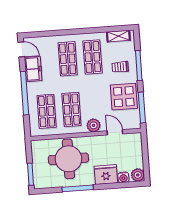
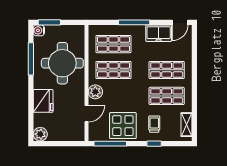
window: (139, 66) -> (154, 144), width x0.46
window: (25, 93) -> (134, 22), width x0.68
water cooler: (123, 177) -> (39, 30), moved
window: (78, 188) -> (31, 59), moved

